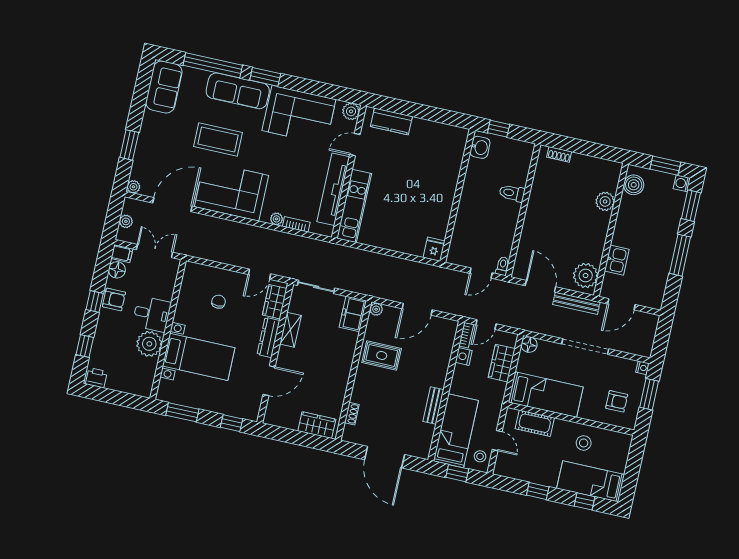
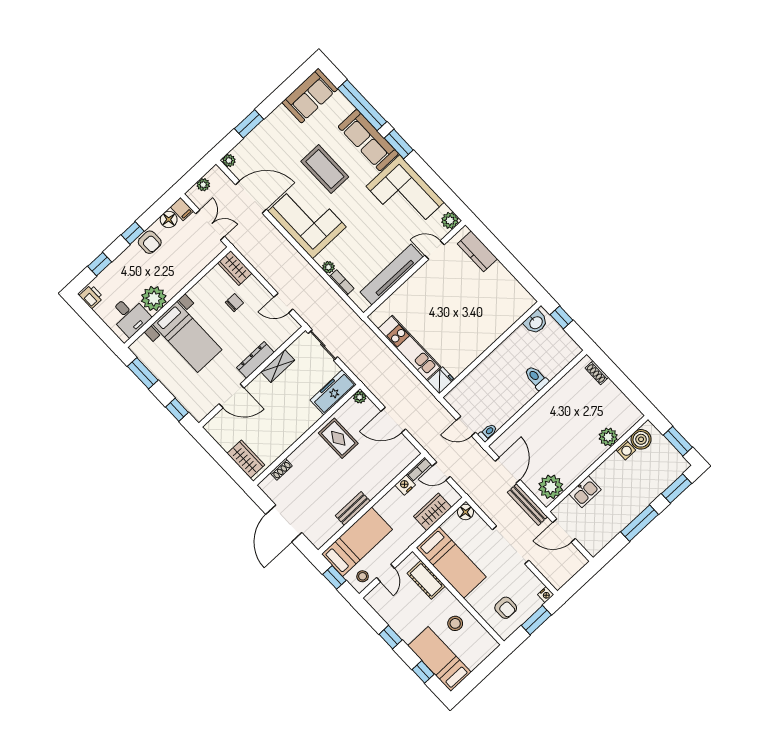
washing machine: (682, 183) -> (626, 450), moved, turned 180
kitchen unit: (354, 206) -> (409, 348), moved, turned -90
wardrobe: (275, 302) -> (235, 268), moved, turned -90
desk: (152, 314) -> (130, 316), moved
freezer: (353, 314) -> (333, 392), width x1.40

